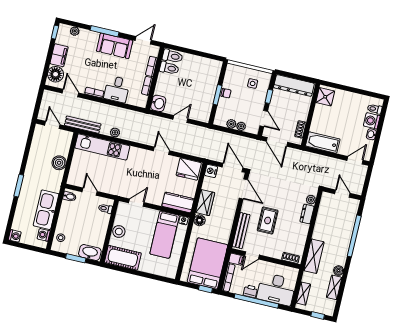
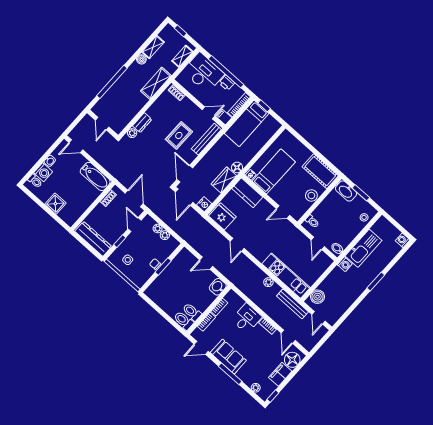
shower: (325, 97) -> (55, 204), moved
boiler: (59, 163) -> (318, 297), moved
washing machine: (44, 235) -> (345, 264), moved
bed: (208, 263) -> (247, 123), width x0.67

